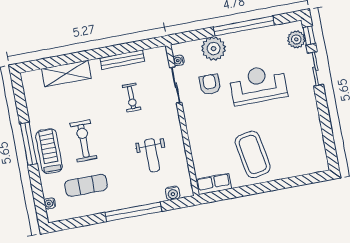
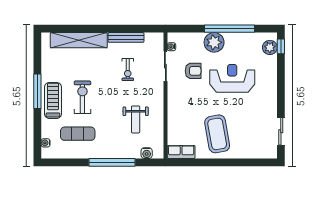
plant: (214, 49) -> (214, 42), moved
sliding door: (315, 69) -> (281, 131), moved
shelving: (66, 73) -> (79, 40), width x1.47
armchair: (210, 85) -> (193, 71), turned 90

